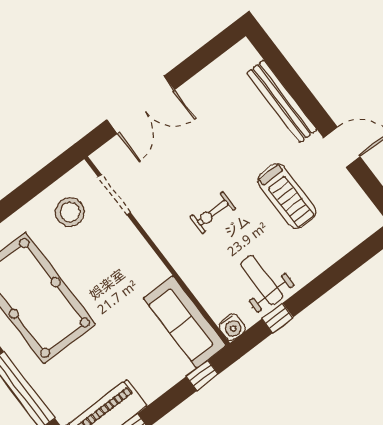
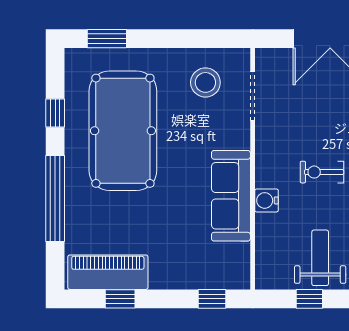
sofa: (185, 322) -> (231, 196), moved
water cooler: (232, 327) -> (267, 200), moved, turned 90

